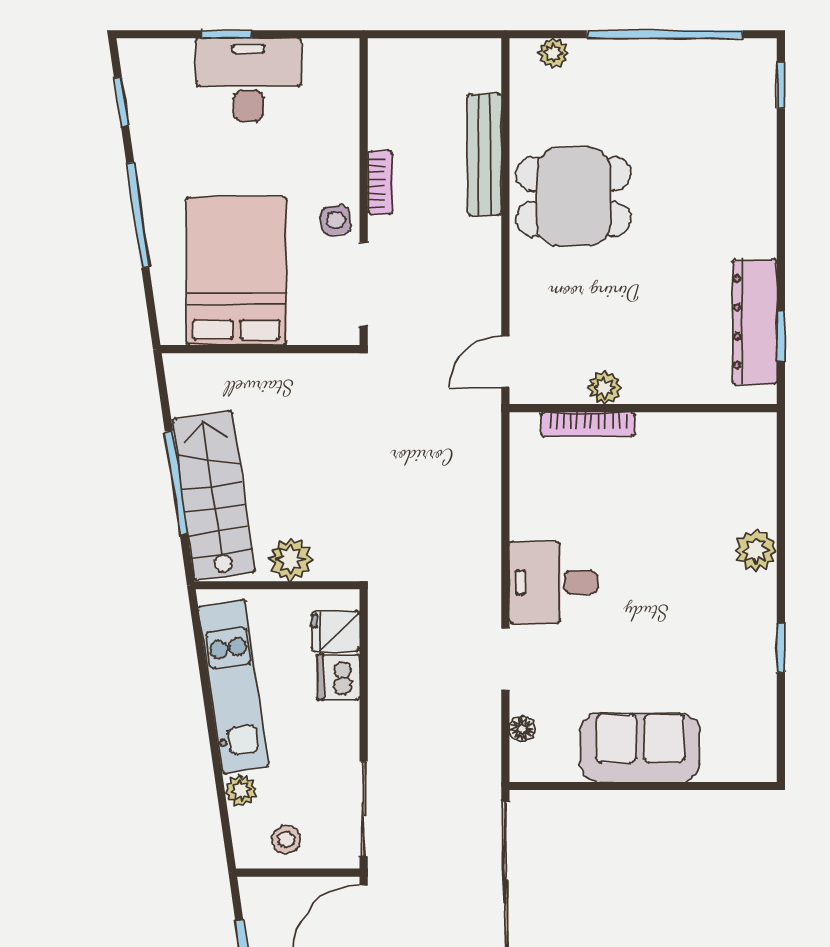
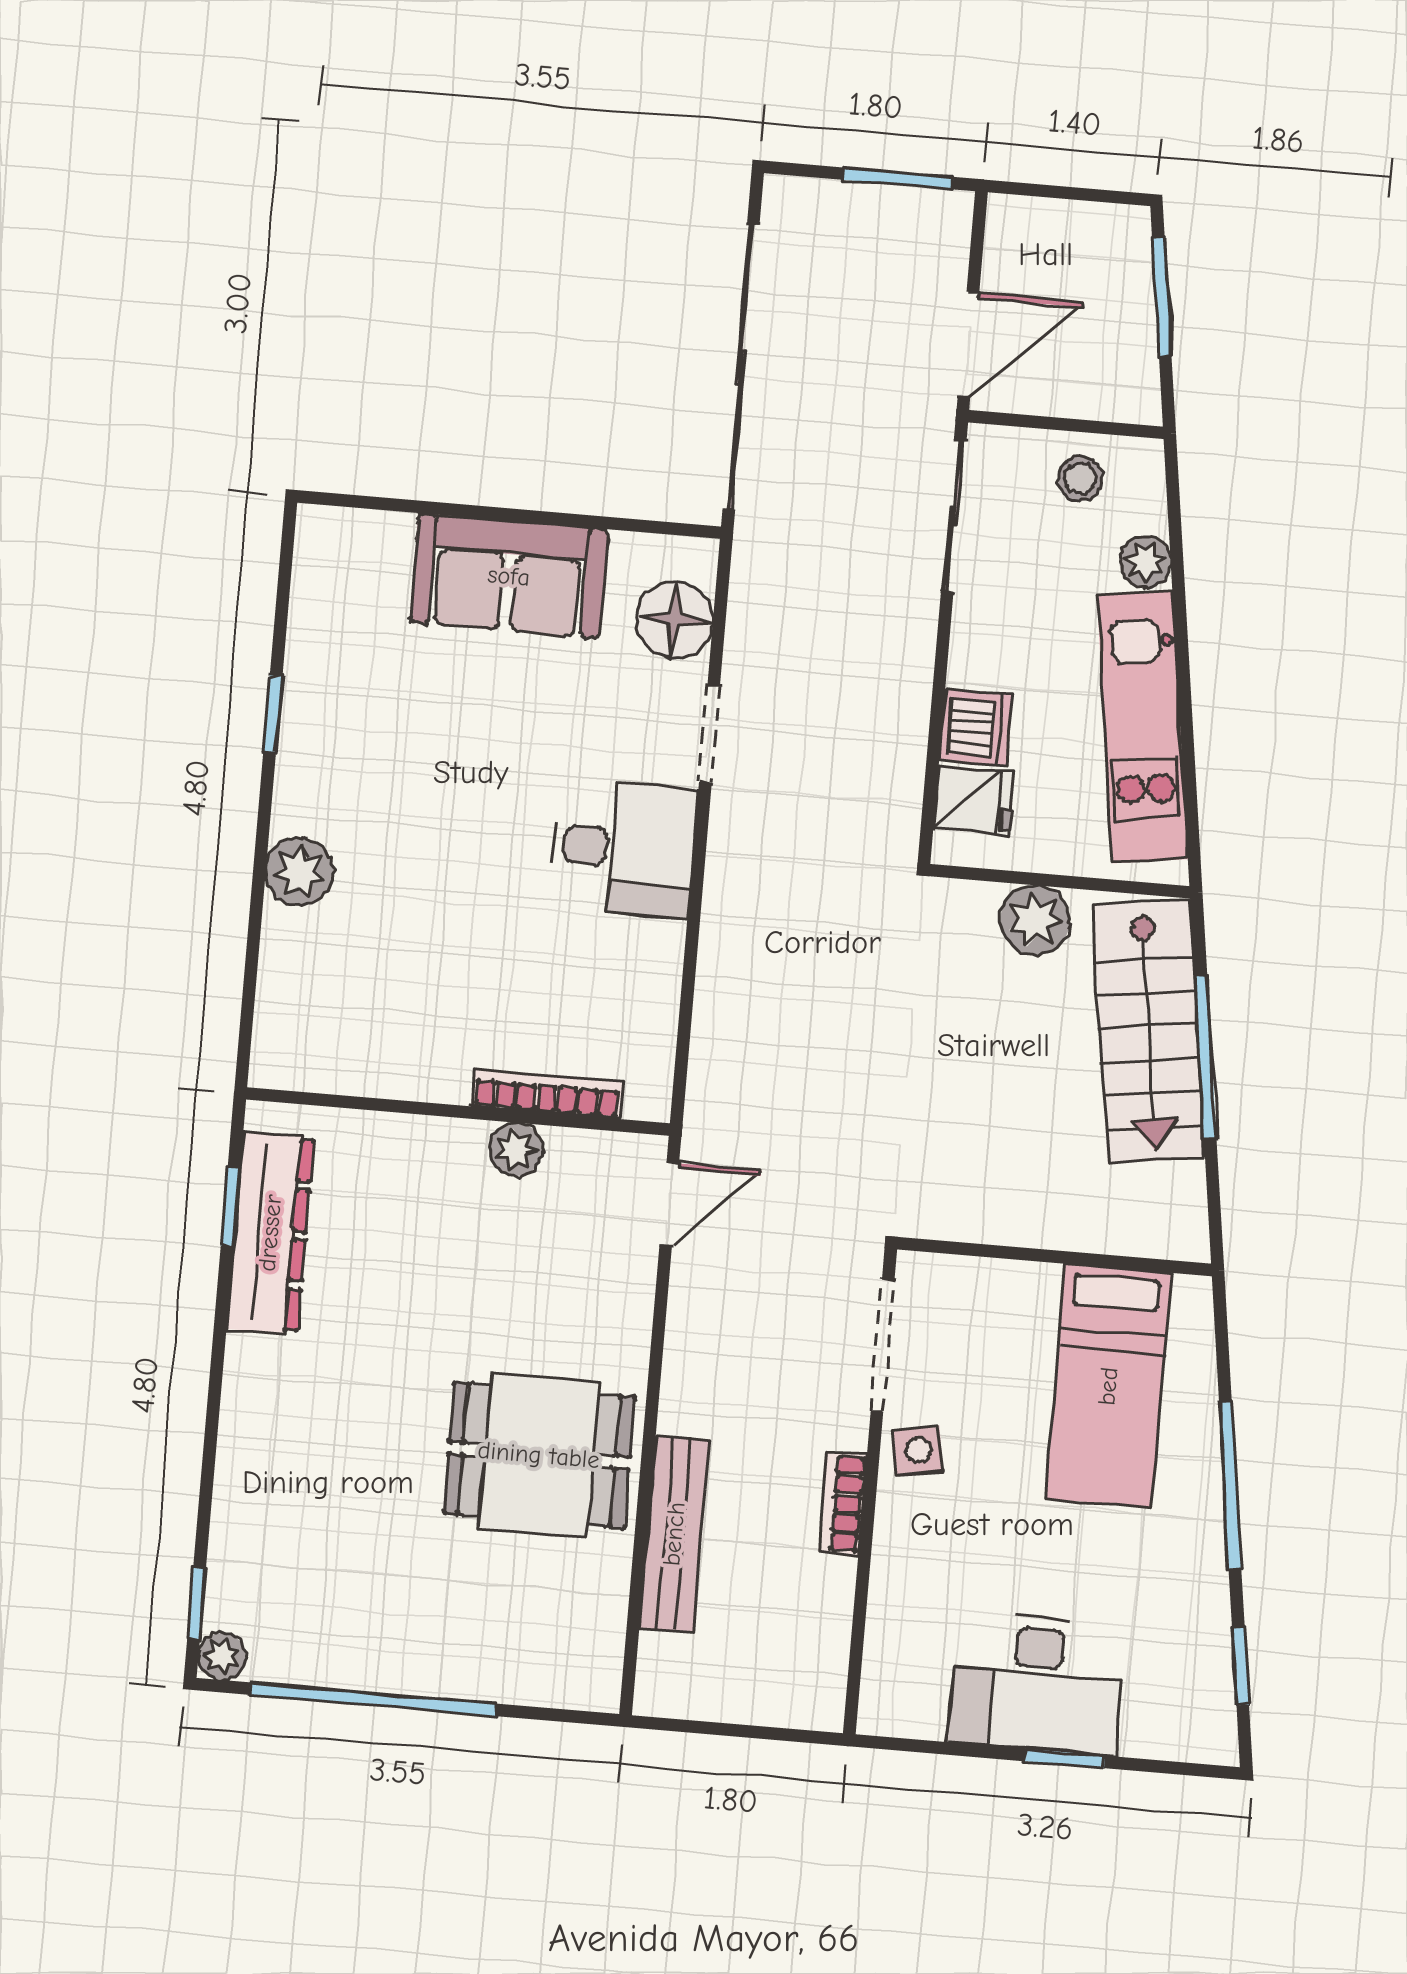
plant: (553, 53) -> (222, 1656), moved
bed: (236, 271) -> (1108, 1386), width x0.67
floor lamp: (522, 729) -> (675, 620), width x1.89, depth x1.89

